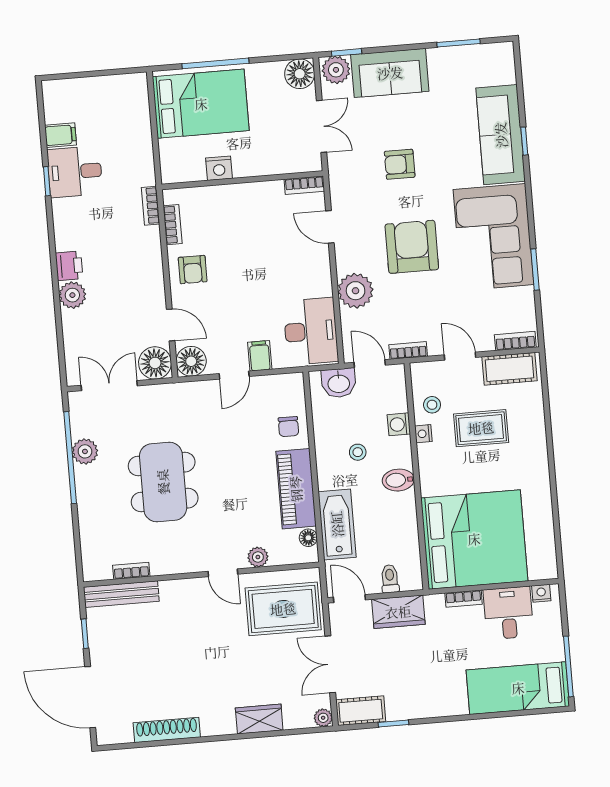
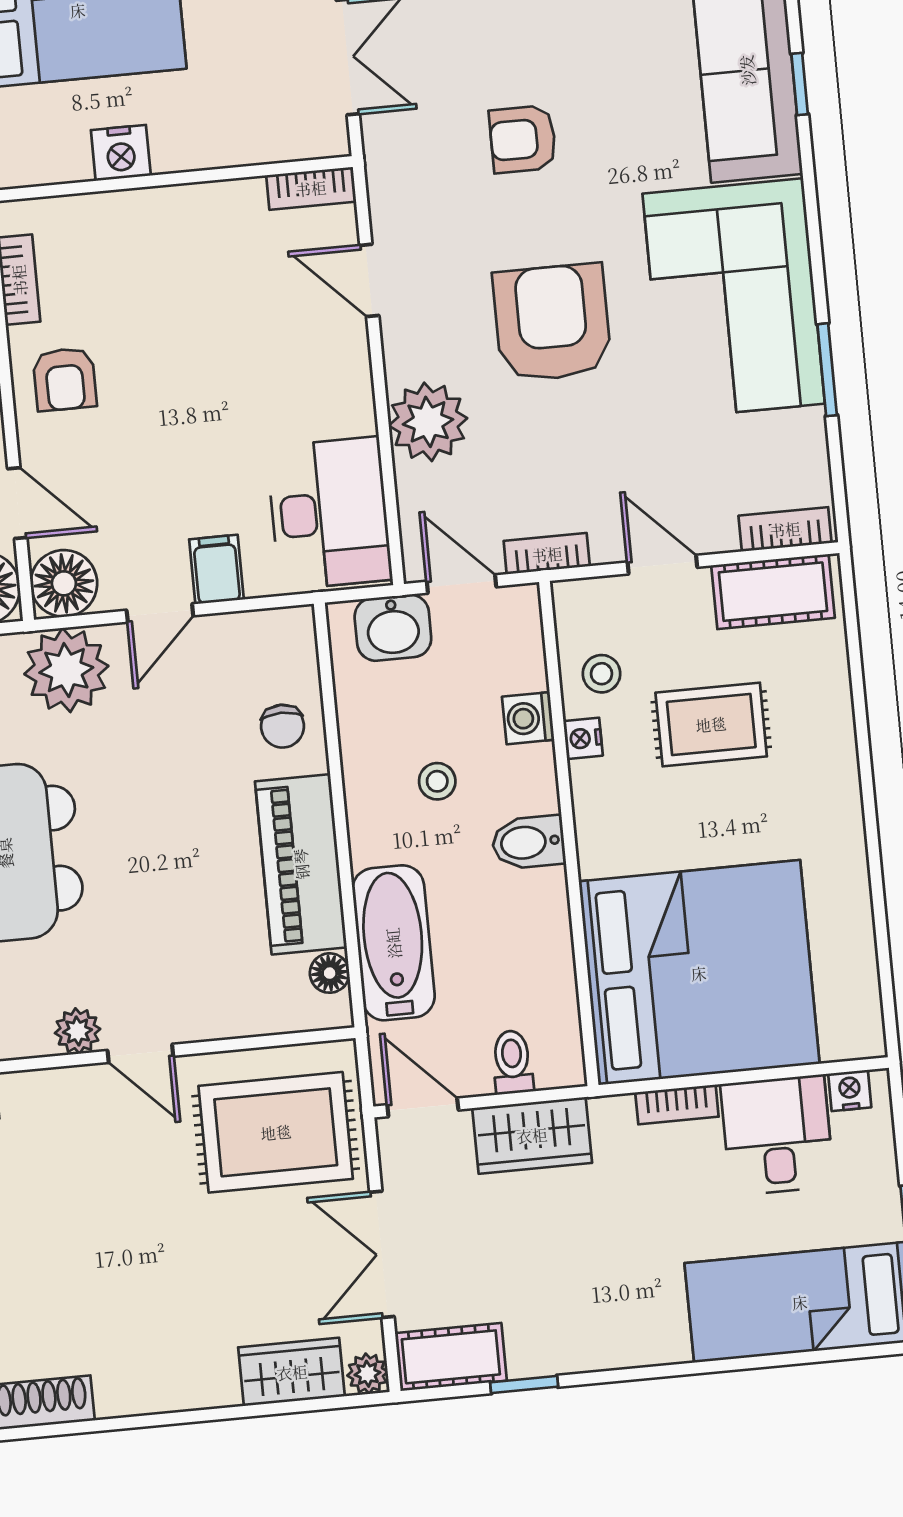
plant: (192, 400) -> (66, 670), added
plant: (258, 557) -> (78, 1031), moved
wardrobe: (259, 719) -> (292, 1372), moved

